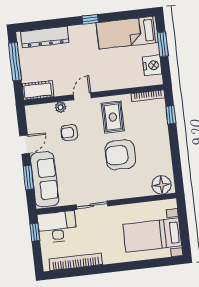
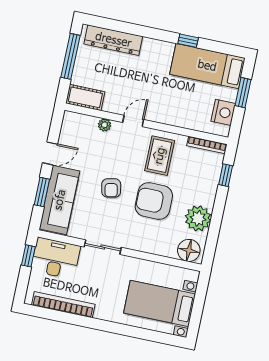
window: (90, 19) -> (188, 41), moved
armchair: (69, 133) -> (111, 188), moved, turned -101
plant: (160, 157) -> (198, 218), added

